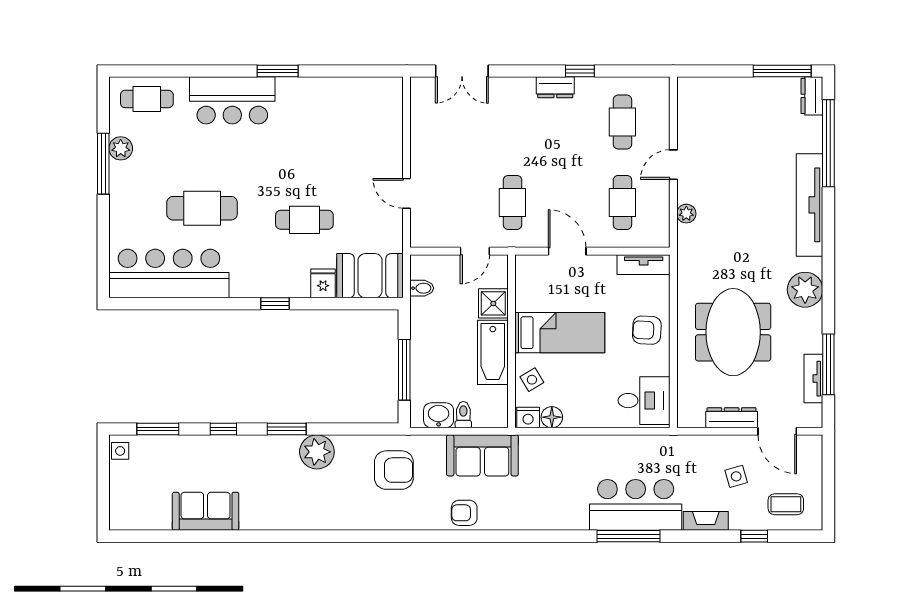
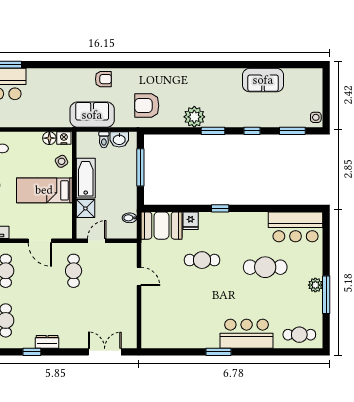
plant: (121, 148) -> (315, 285), moved
bar counter: (169, 273) -> (296, 227), width x0.73

